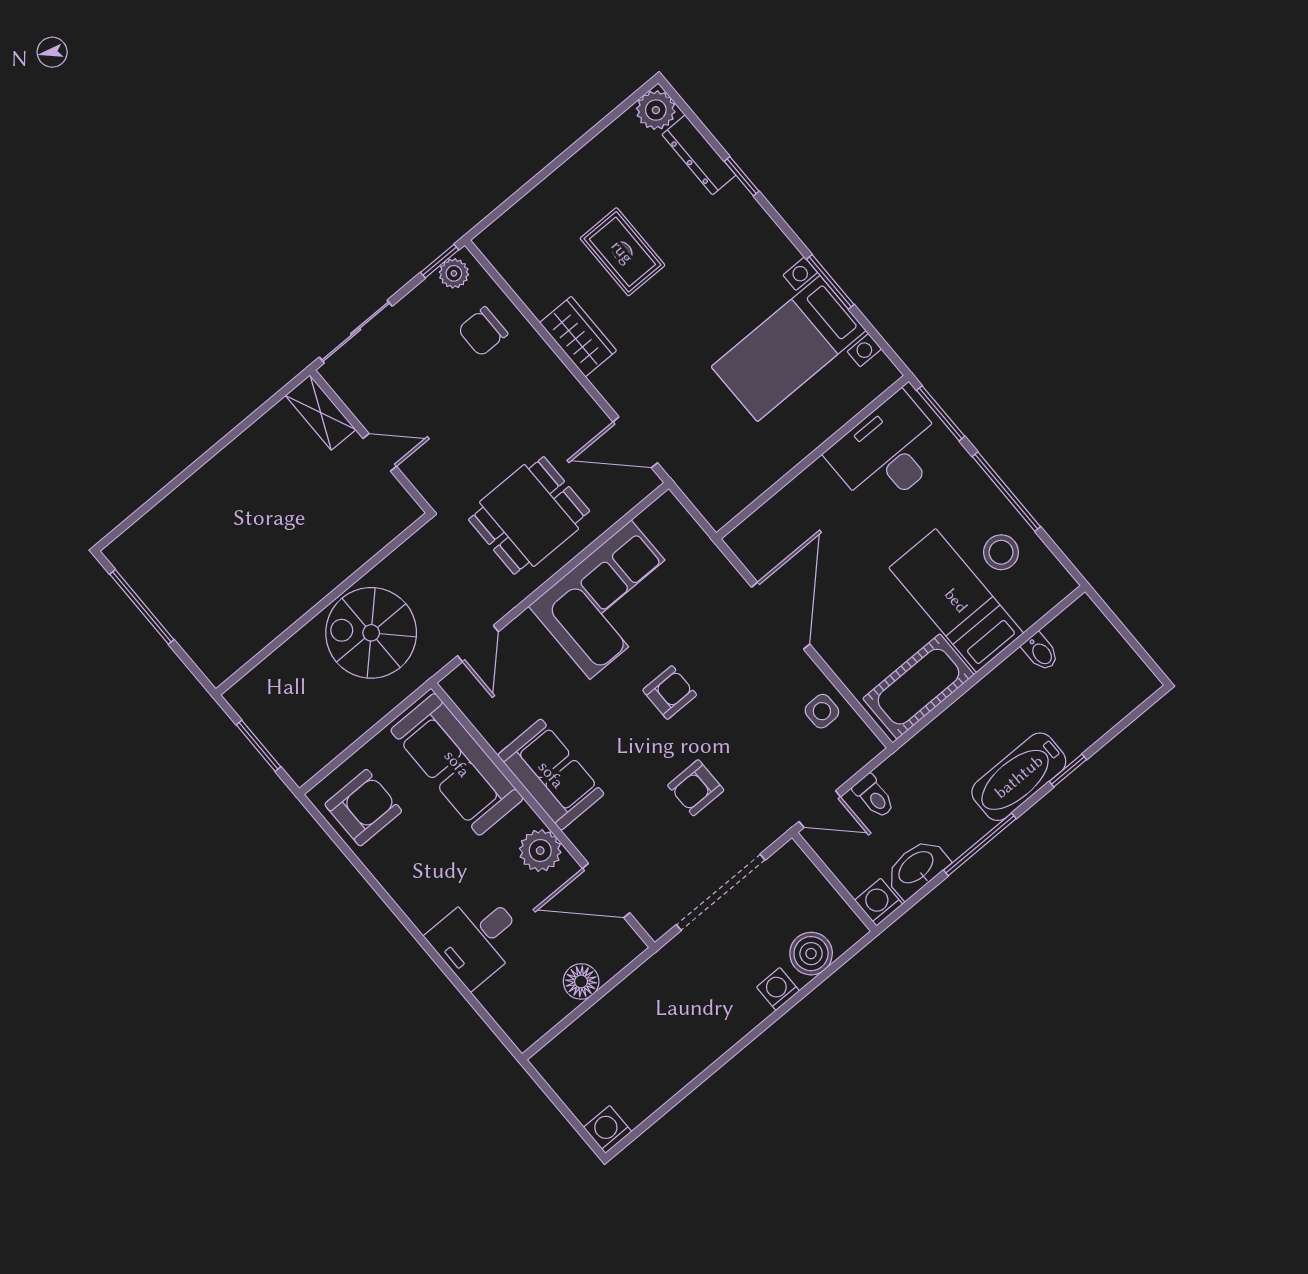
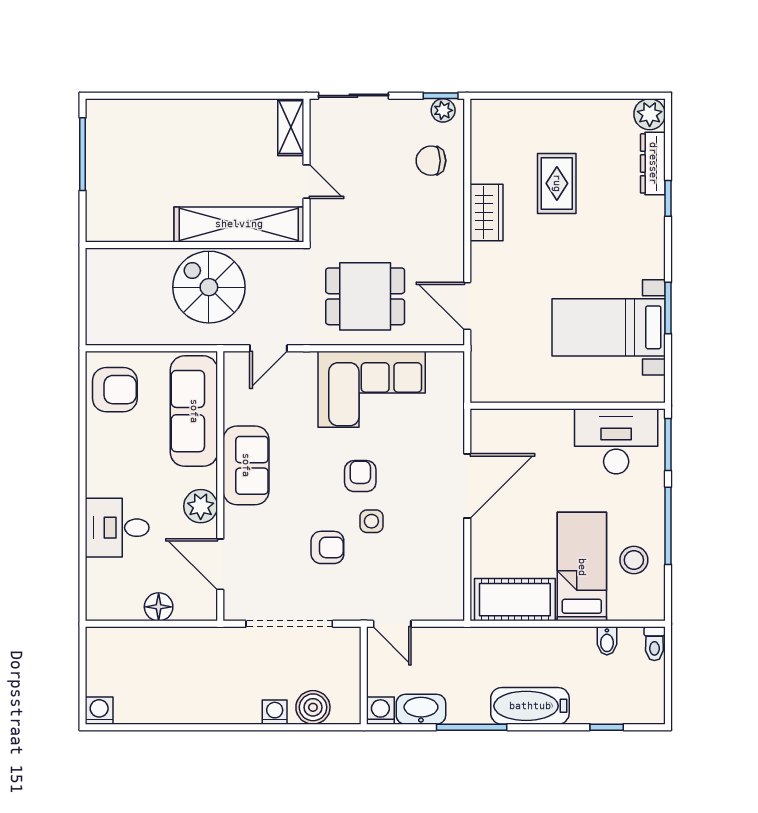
shelving: (349, 548) -> (239, 224), added
armchair: (670, 692) -> (360, 476), turned -90
side table: (822, 711) -> (371, 521), moved
window: (258, 746) -> (83, 298), removed
window: (1068, 771) -> (607, 727), moved
armchair: (696, 788) -> (327, 547), turned 180
toilet: (874, 796) -> (654, 644), moved

